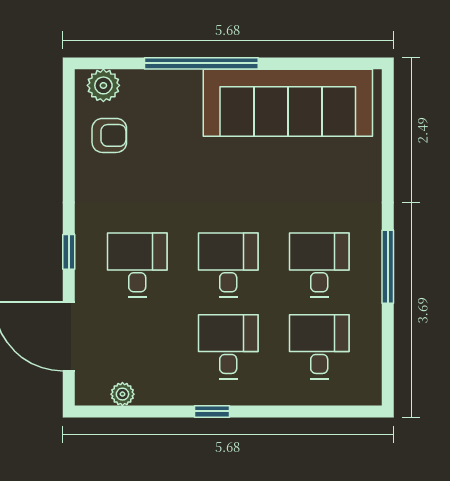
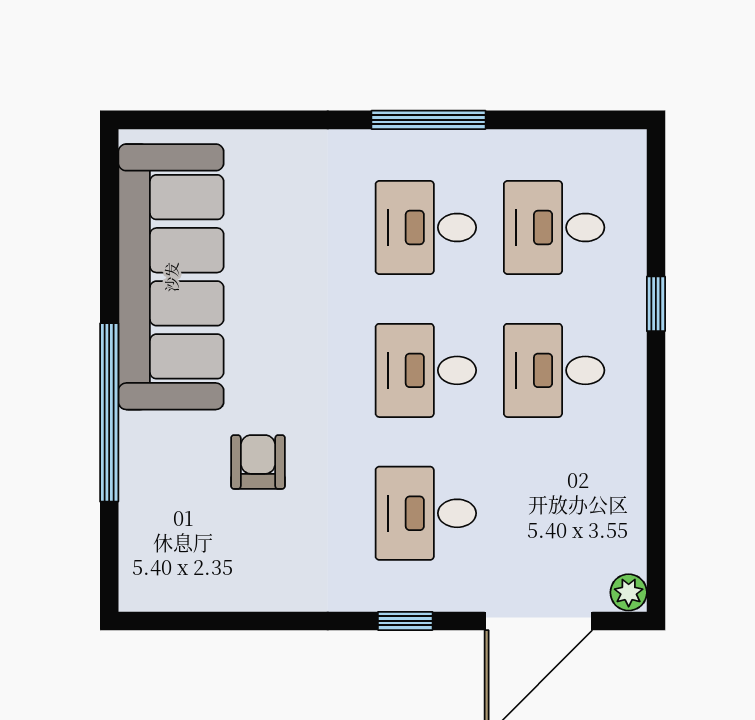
plant: (103, 85) -> (144, 566), removed
armchair: (109, 135) -> (258, 462), moved
plant: (122, 394) -> (629, 592), moved
window: (212, 411) -> (656, 304), moved

